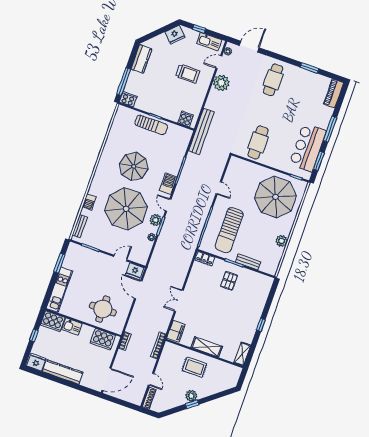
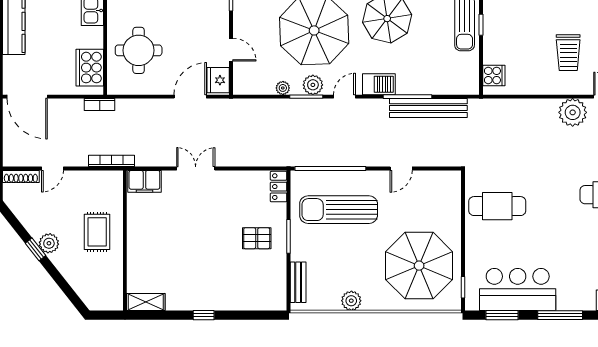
bench: (201, 131) -> (428, 108), moved
bench: (248, 262) -> (298, 282), moved
shelving: (207, 347) -> (137, 240), removed

